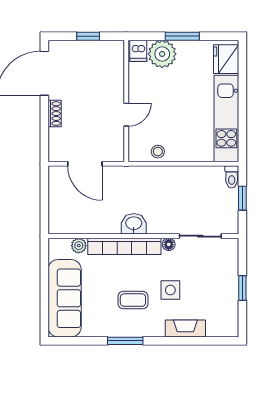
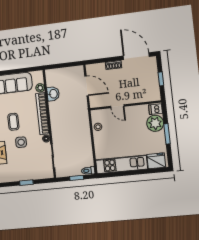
door: (85, 164) -> (87, 86), swing flipped
washbasin: (134, 224) -> (53, 94), moved

